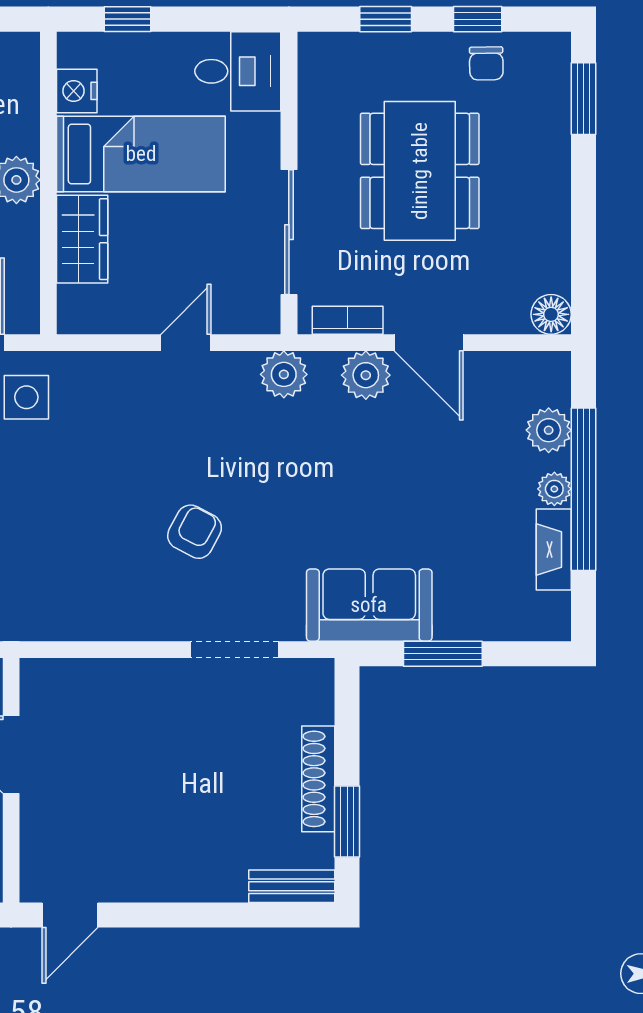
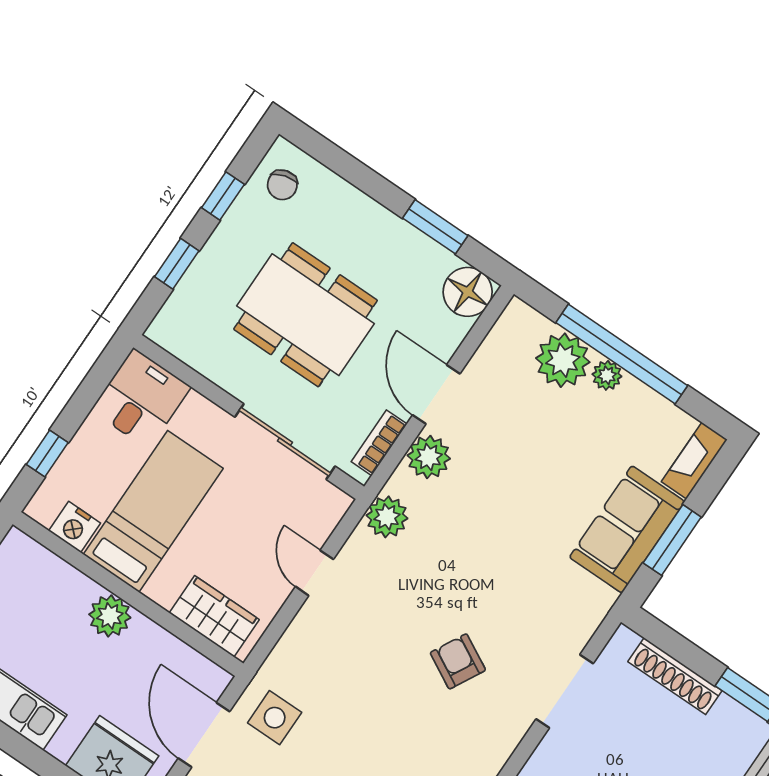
chair: (486, 63) -> (282, 185), moved, turned 75
window: (583, 99) -> (435, 227), moved
wardrobe: (82, 239) -> (214, 616), moved
floor lamp: (551, 314) -> (468, 292), width x1.38, depth x1.38
door: (429, 343) -> (436, 394), swing flipped
plant: (549, 430) -> (563, 360), width x1.36, depth x1.36
fireplace: (554, 550) -> (694, 461), moved, turned 90
sofa: (369, 605) -> (627, 529), moved
shoe rack: (318, 779) -> (675, 676), moved

